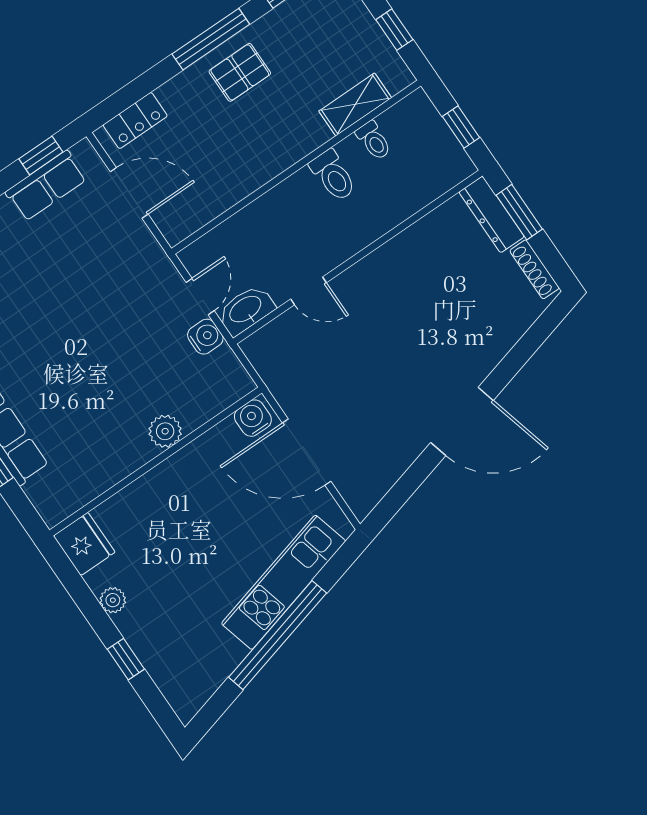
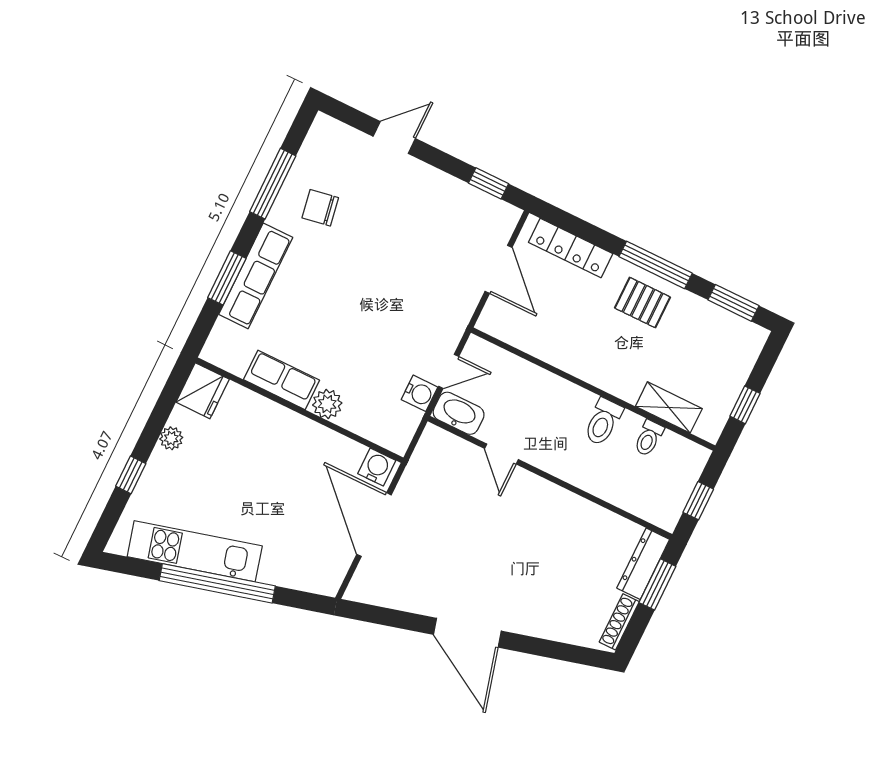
locker: (135, 121) -> (571, 248), width x1.53
row of seats: (46, 186) -> (282, 380), moved, turned 180
kitchen unit: (284, 582) -> (195, 551), moved

